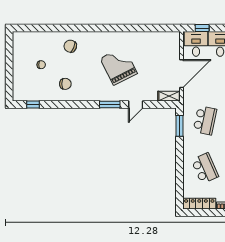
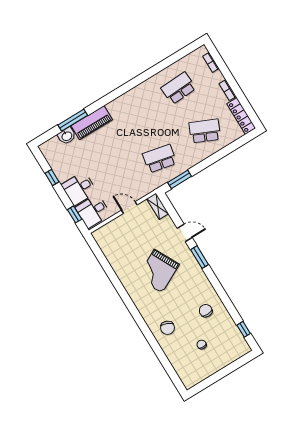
door: (181, 74) -> (129, 208), width x0.53
school desk: (205, 168) -> (205, 131), turned 48

